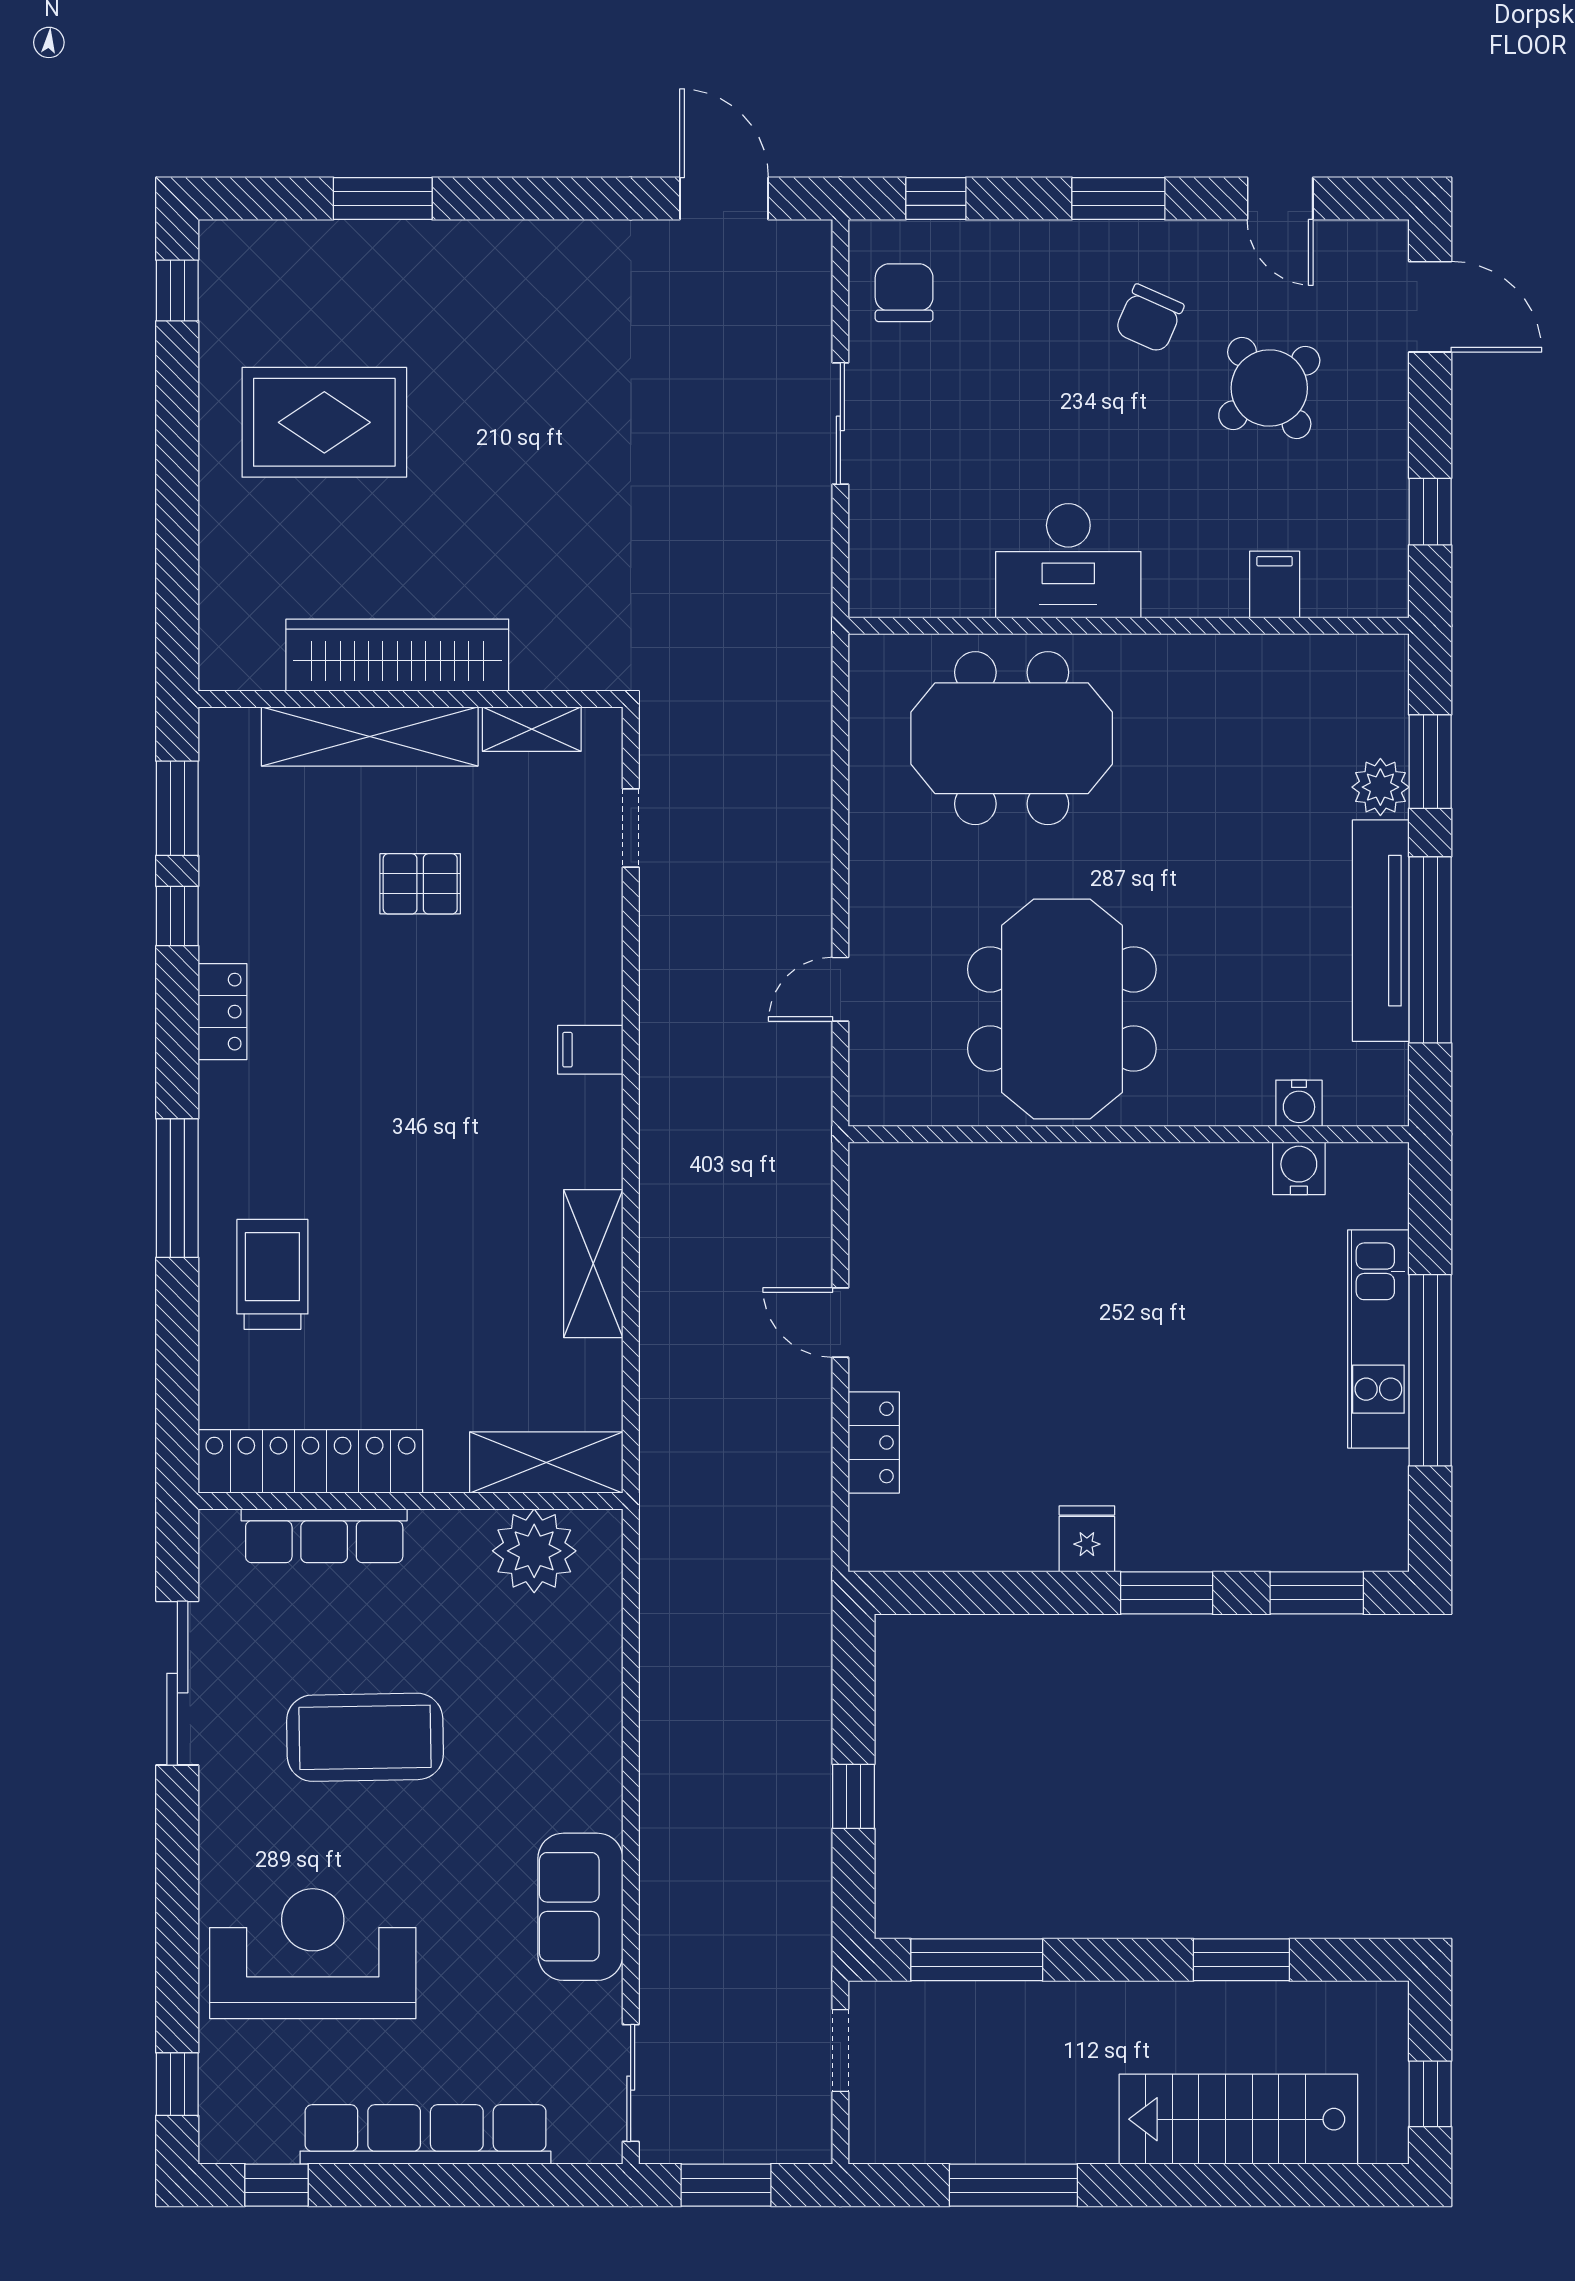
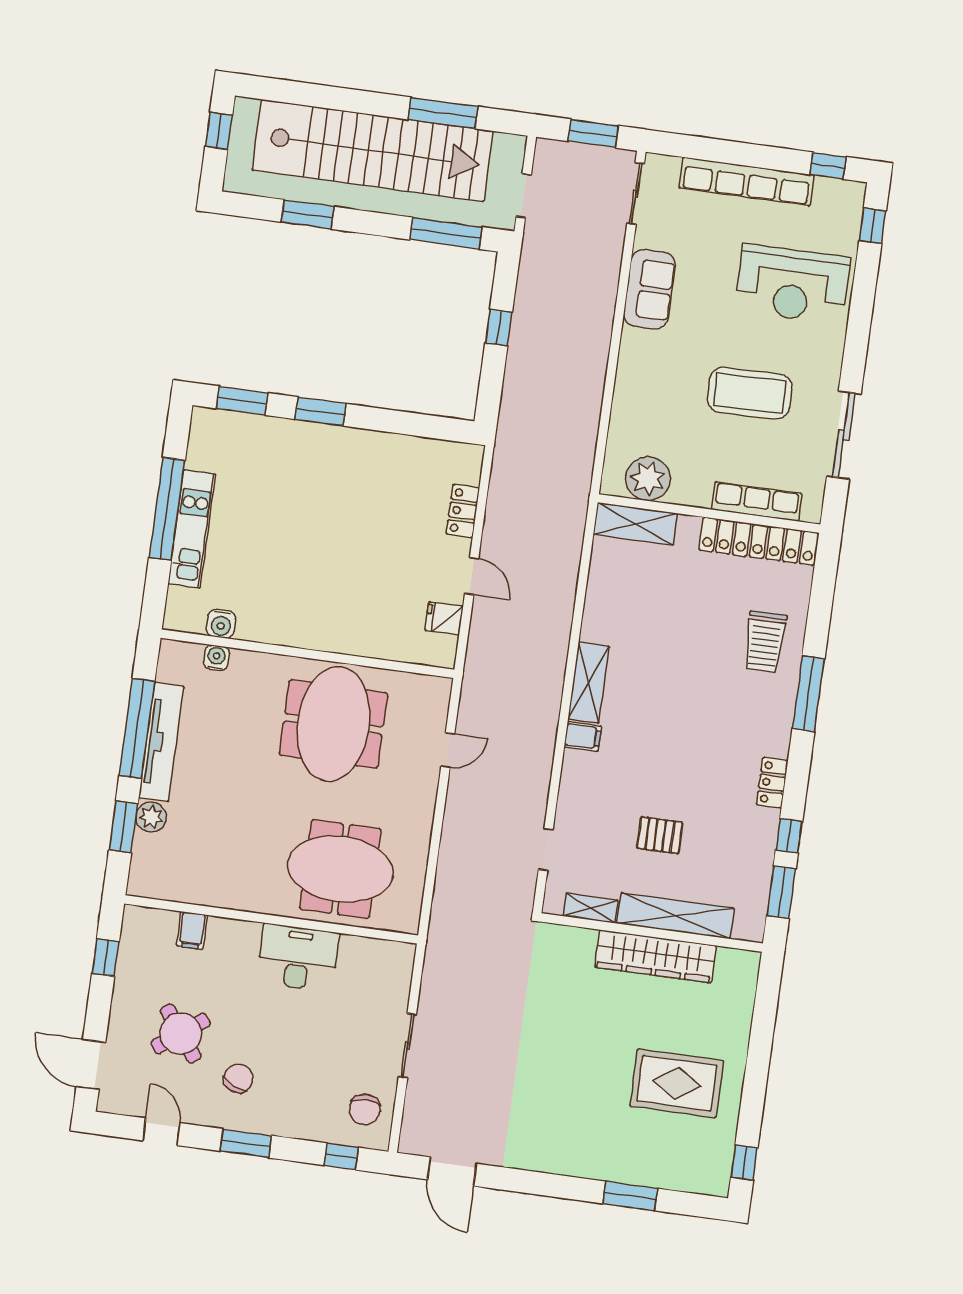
shelving: (593, 1264) -> (589, 683), moved
fridge: (1087, 1539) -> (444, 618), moved, turned 90
stairs: (1238, 2119) -> (373, 151), width x1.86, depth x1.51

